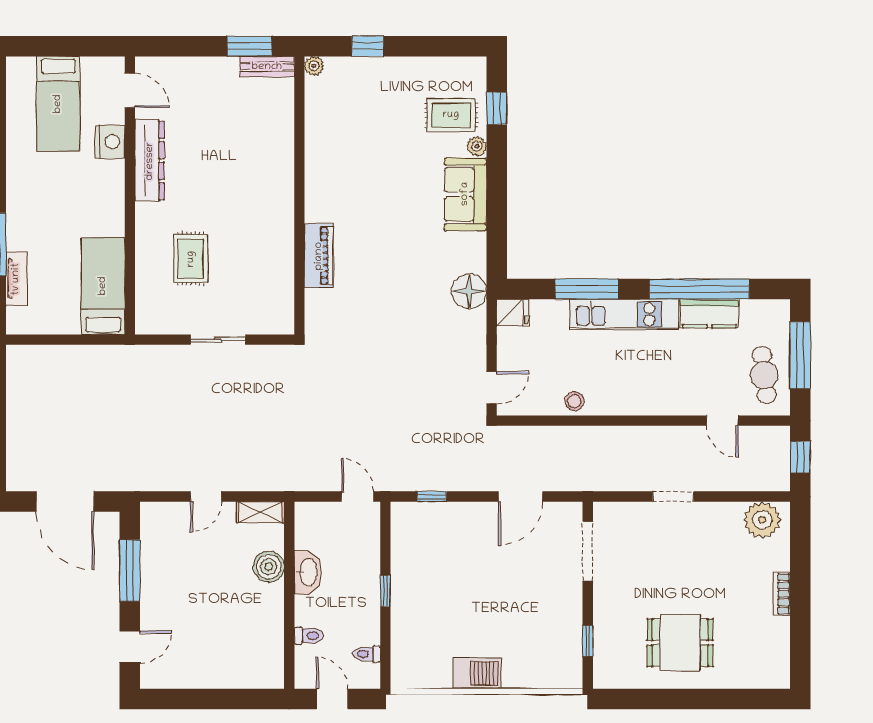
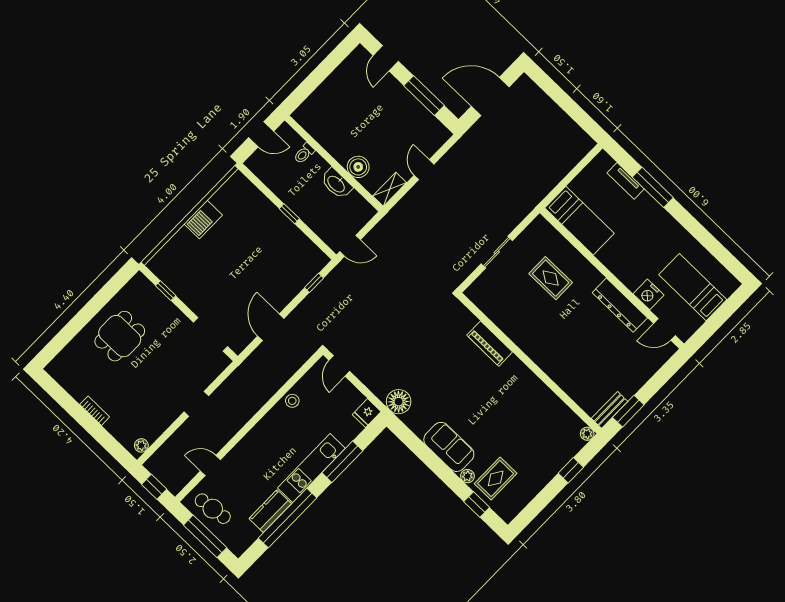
plant: (762, 520) -> (141, 445), width x0.53, depth x0.53
toilet: (367, 654) -> (267, 174), removed

